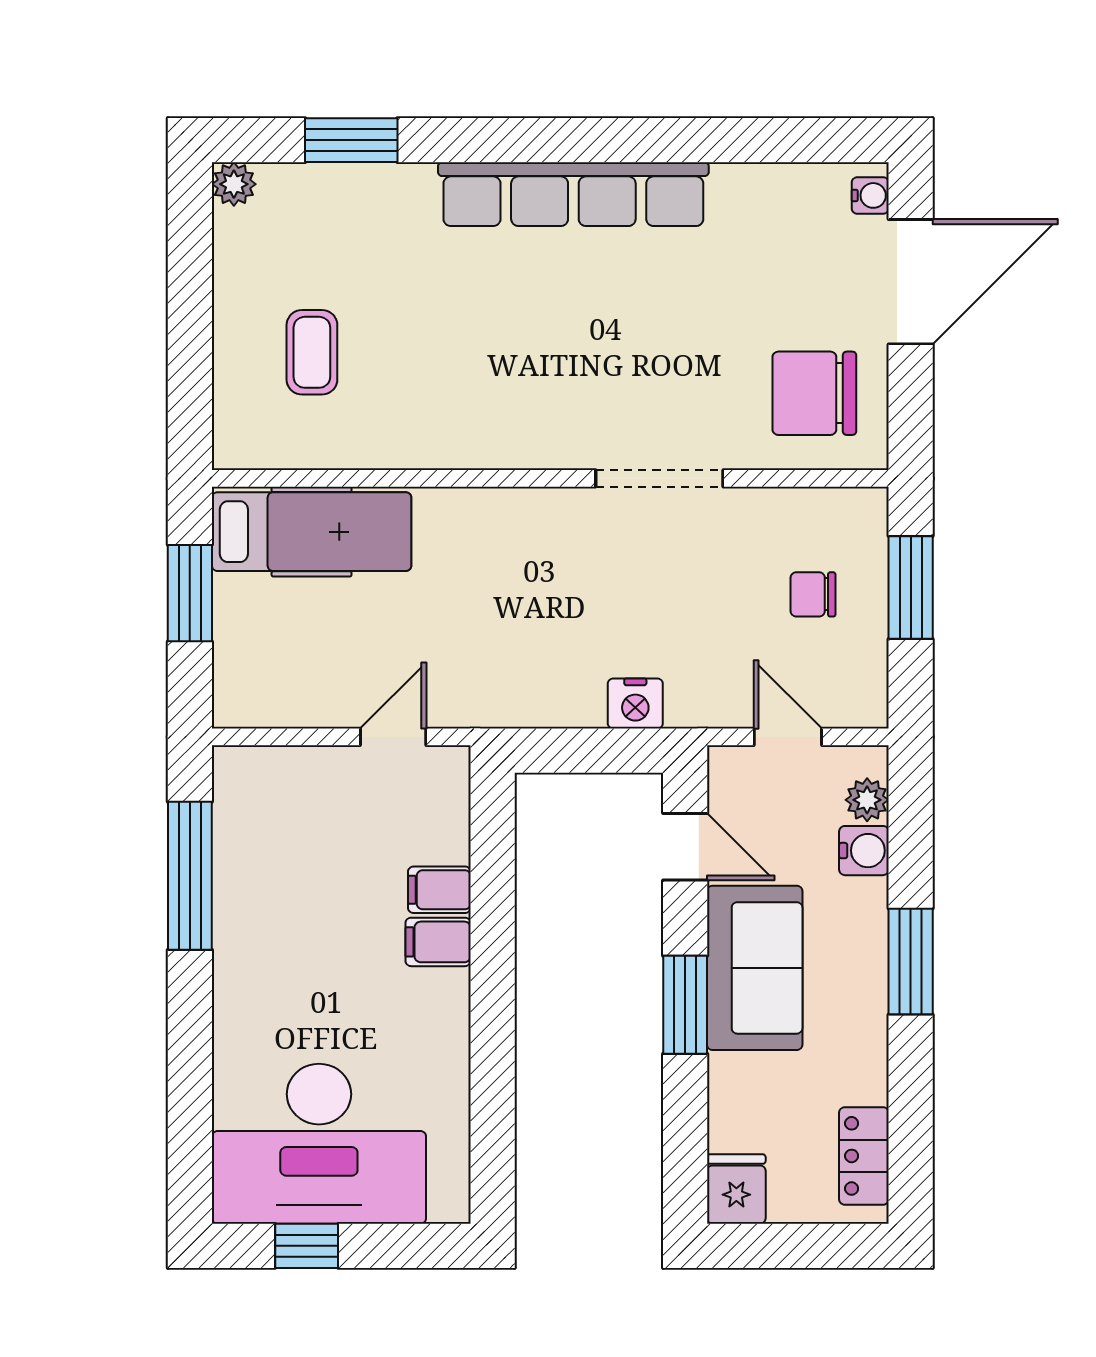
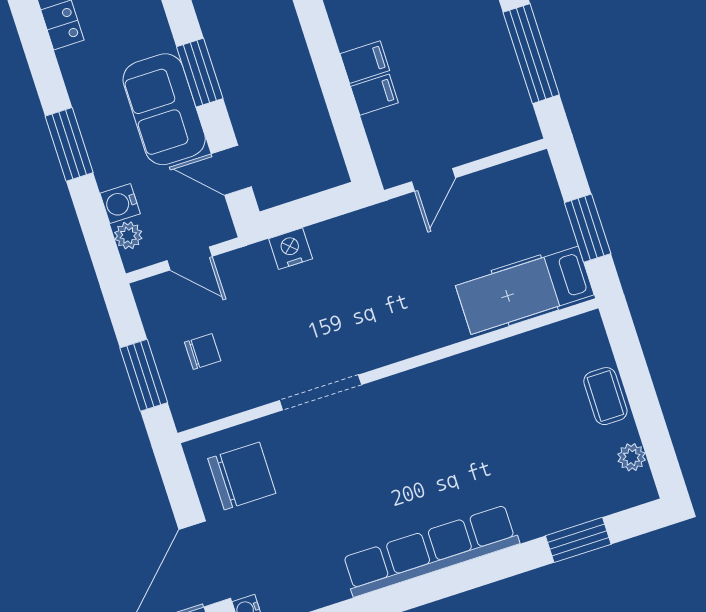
plant: (234, 184) -> (632, 457), moved
coffee table: (312, 352) -> (605, 396), moved

